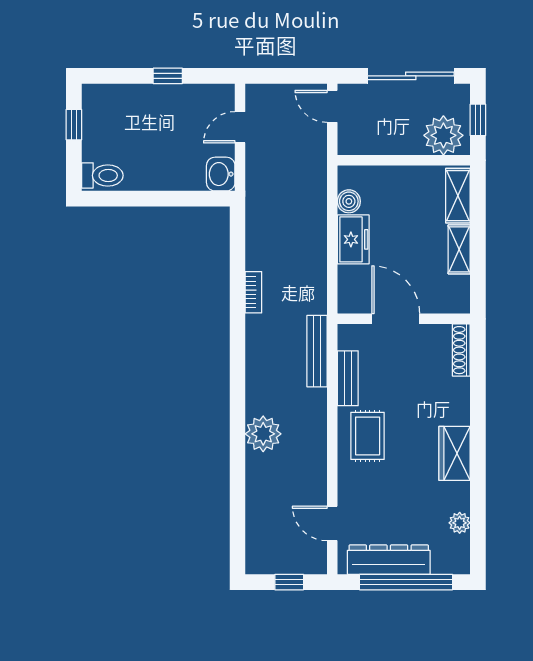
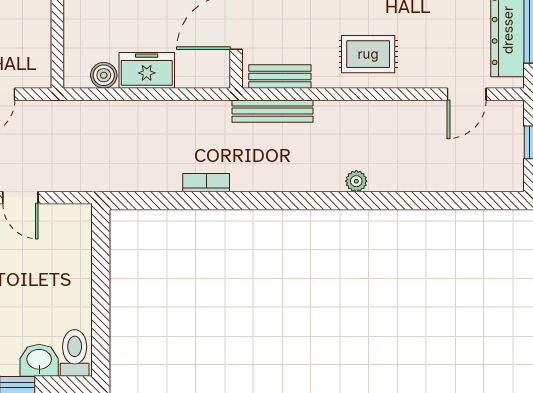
washbasin: (221, 174) -> (39, 360), moved, turned 180
bench: (348, 378) -> (280, 76), moved
plant: (263, 434) -> (356, 181), width x0.53, depth x0.53

